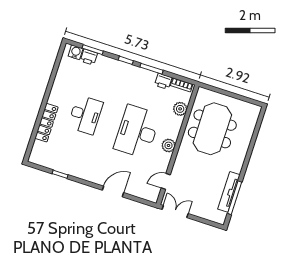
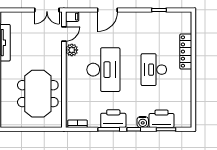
water cooler: (76, 52) -> (143, 122), moved
printer: (89, 57) -> (162, 119), width x1.87, depth x1.48
printer: (163, 81) -> (113, 119), moved, width x1.87, depth x1.48
plant: (180, 109) -> (72, 102), removed
plant: (168, 145) -> (72, 50), moved
filing cabinet: (152, 196) -> (72, 17), added

